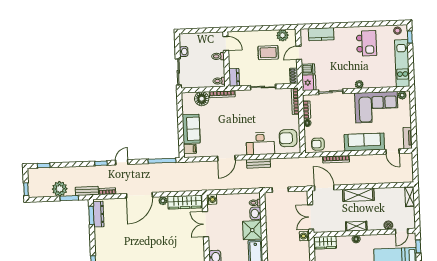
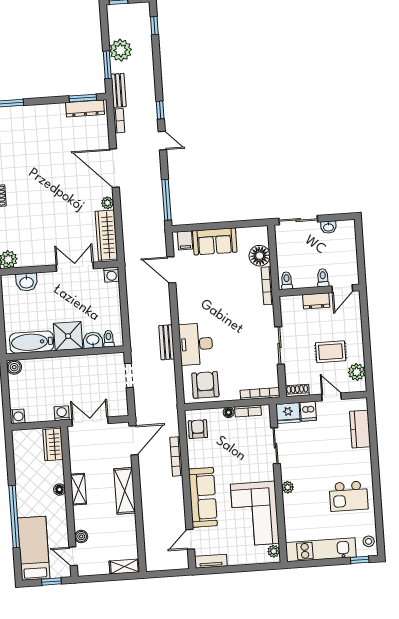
rug: (268, 53) -> (331, 352), turned 90
dresser: (234, 77) -> (316, 301), moved
door: (226, 158) -> (171, 270), moved

